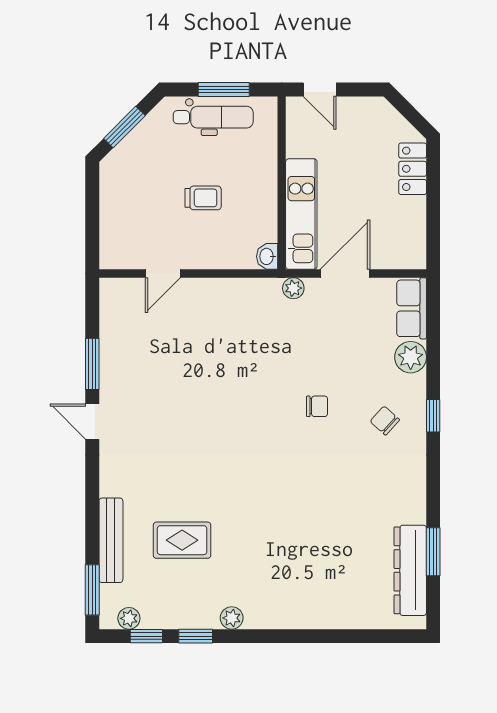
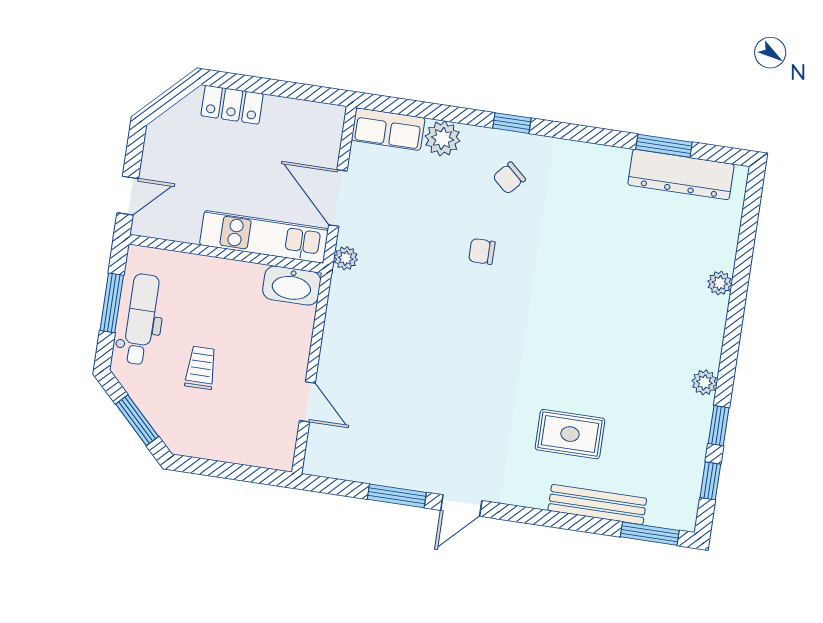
trolley: (203, 198) -> (201, 368), moved
washbasin: (267, 256) -> (292, 285), width x1.91, depth x1.45
chair: (317, 406) -> (482, 251), turned -90
rug: (182, 540) -> (570, 434), moved, turned 90
plant: (129, 618) -> (720, 283), moved

